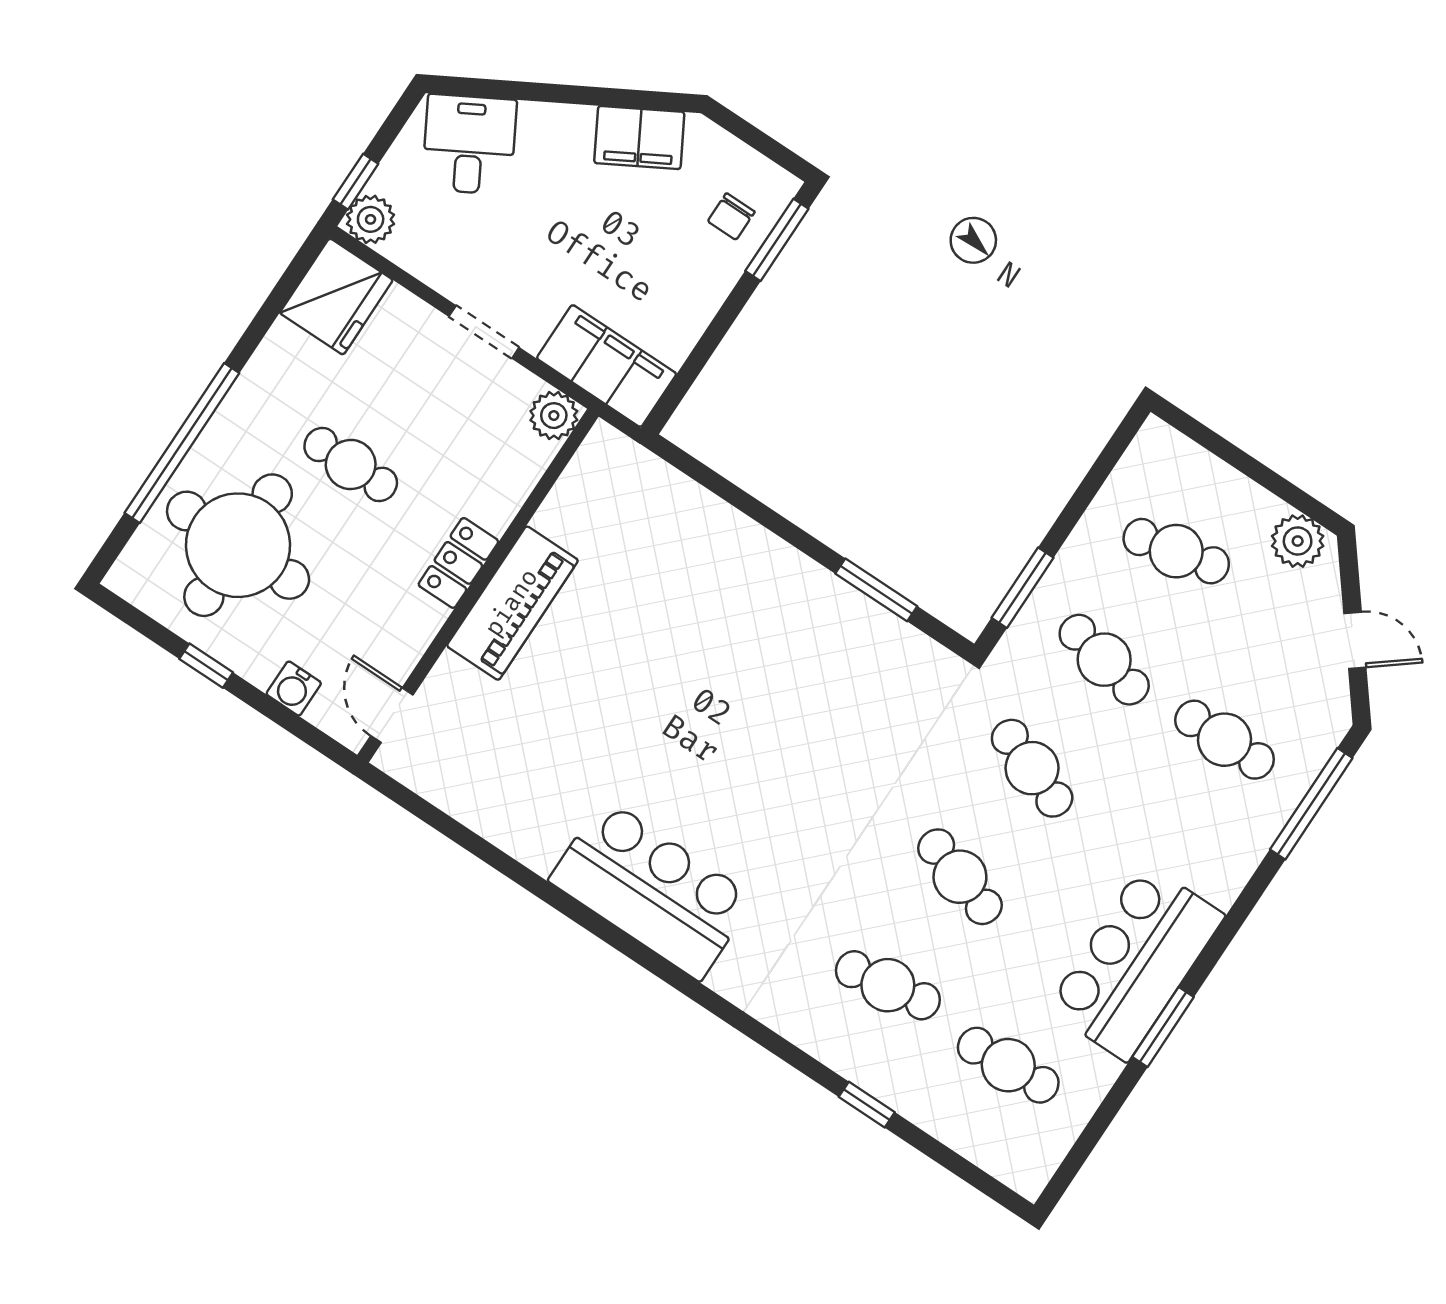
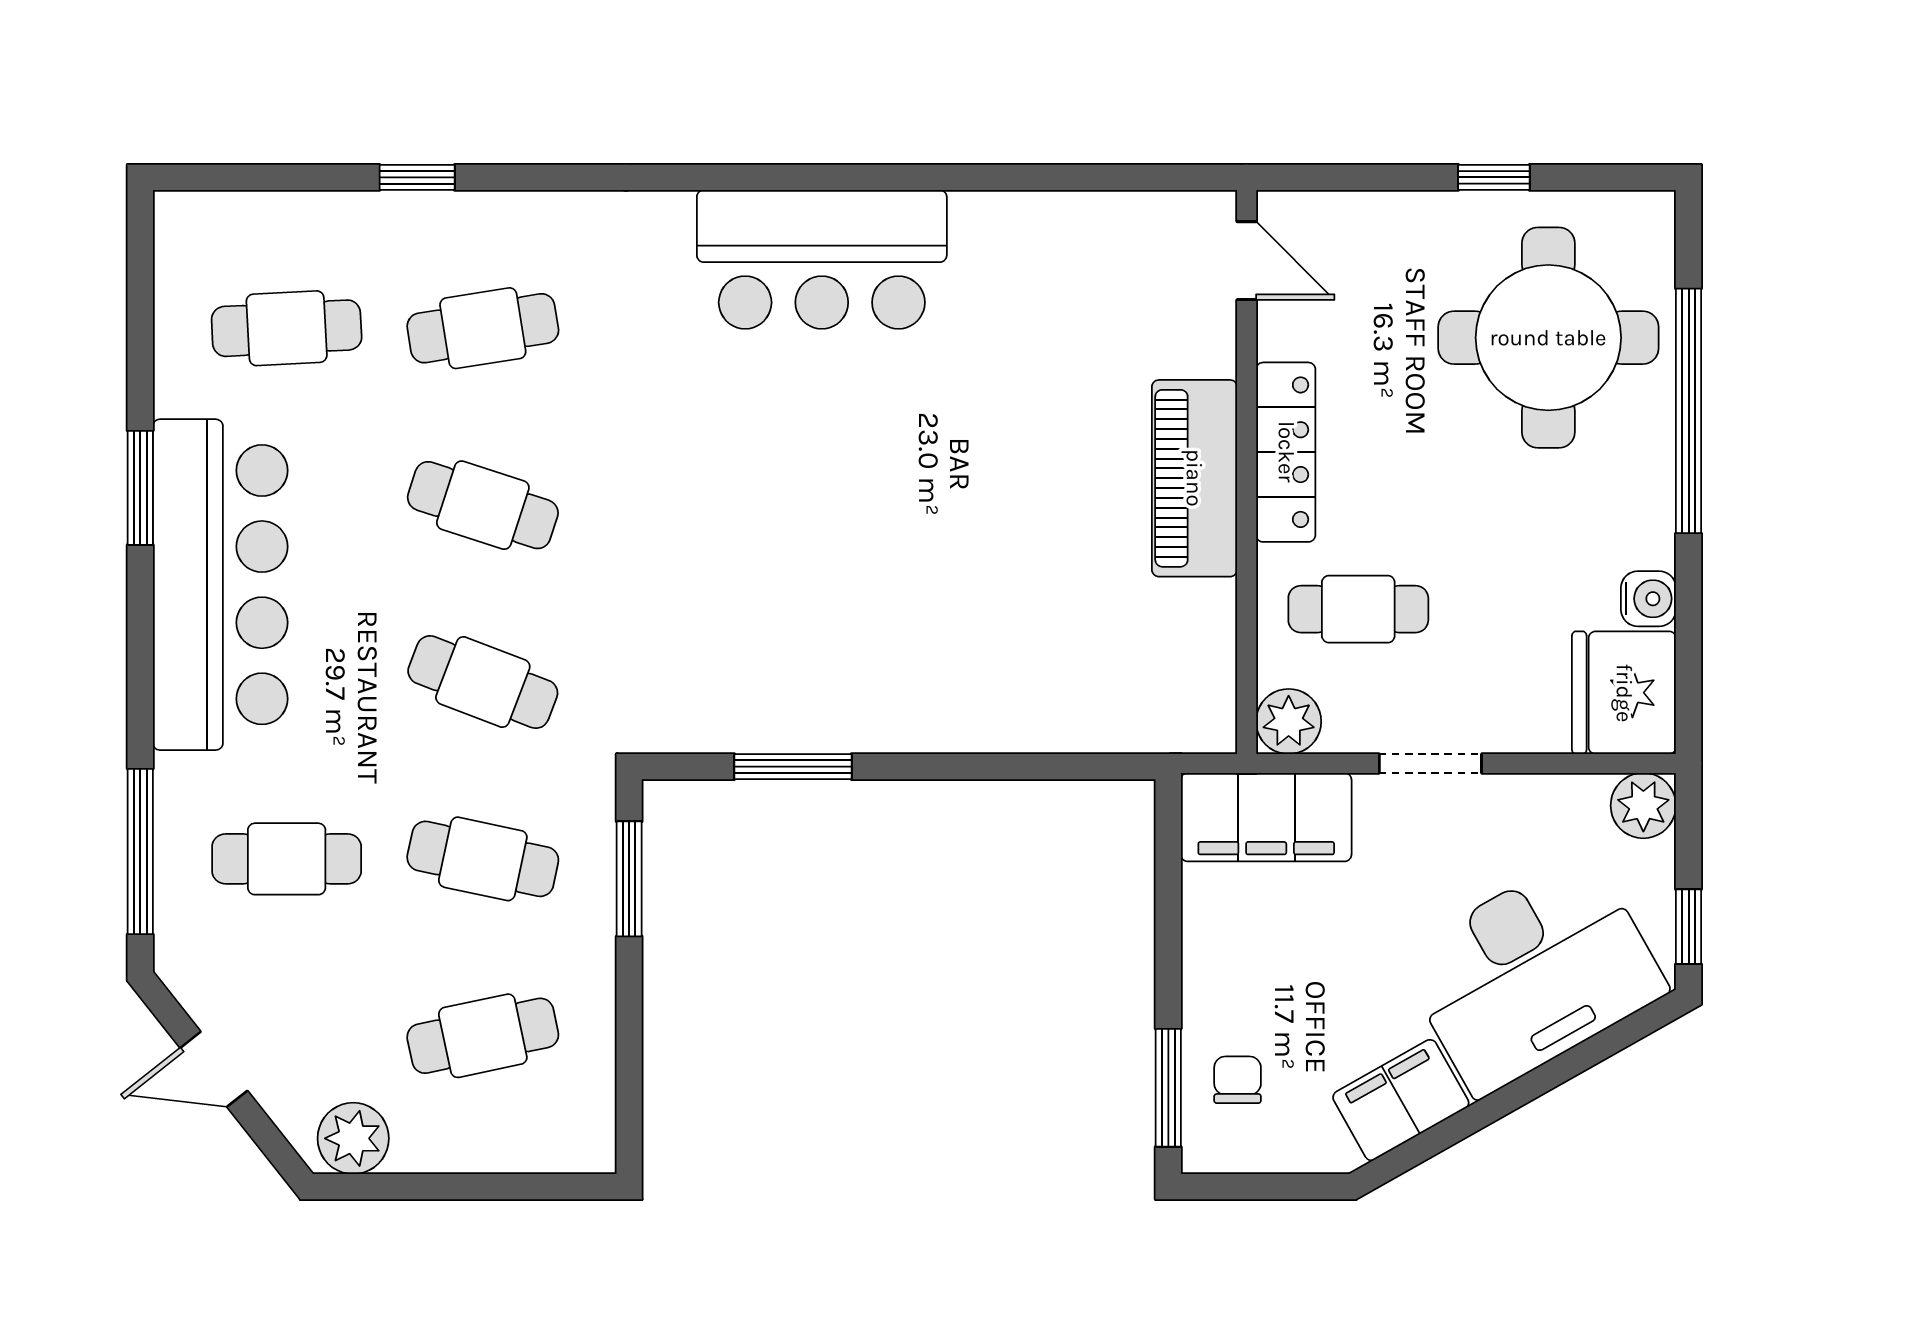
desk: (469, 144) -> (1532, 973), width x1.87, depth x1.30
window: (356, 182) -> (1689, 927), moved
cafe table: (351, 464) -> (1358, 609), moved
locker: (458, 563) -> (1286, 452), width x1.53
water cooler: (294, 688) -> (1648, 599), moved, turned 90
bar counter: (1136, 962) -> (220, 585), width x1.36

